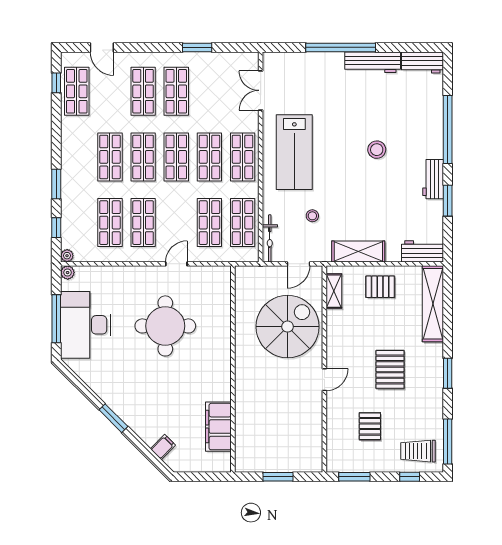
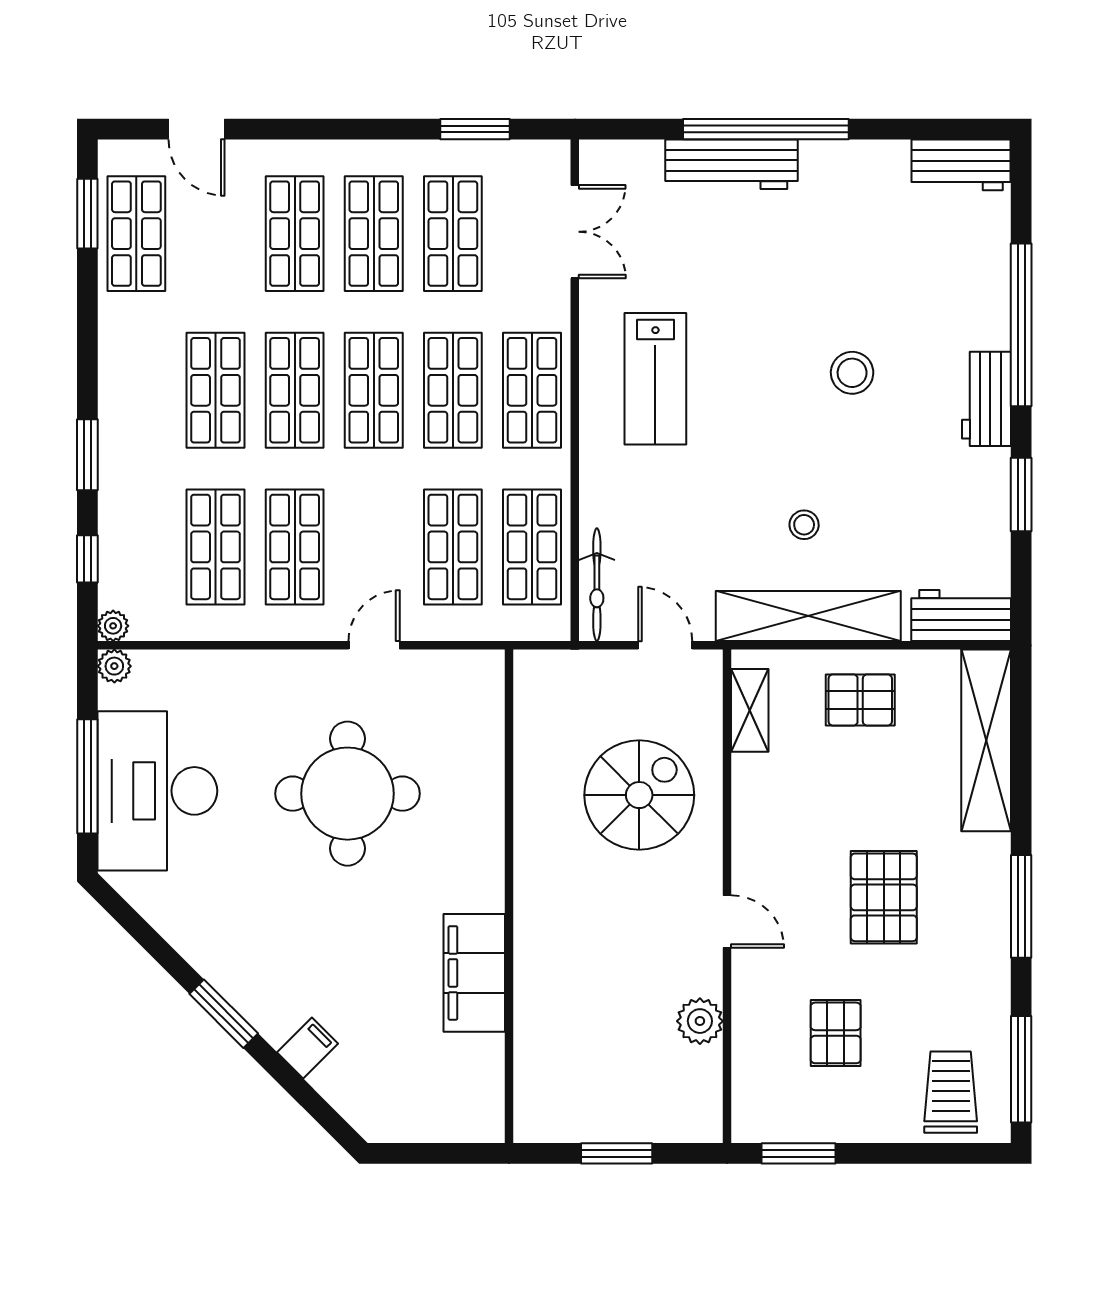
window: (197, 47) -> (475, 129), moved
workbench: (373, 62) -> (731, 164), moved
window: (56, 83) -> (87, 214), width x1.50
double door: (261, 90) -> (575, 232), swing flipped
shop shelf: (209, 91) -> (453, 234), added
lab bench: (294, 152) -> (655, 379), width x0.73, depth x0.72
workbench: (433, 179) -> (986, 399), moved
stool: (312, 216) -> (804, 525), moved
shelving: (358, 252) -> (808, 616), width x1.47
door: (298, 264) -> (665, 645), swing flipped
spiral stairs: (288, 327) -> (639, 795), width x0.73, depth x0.73
window: (448, 373) -> (1021, 906), width x1.44
door: (324, 380) -> (727, 922), hinge flipped
plant: (313, 421) -> (700, 1021), added
filing cabinet: (218, 427) -> (474, 973), moved
filing cabinet: (163, 447) -> (307, 1048), moved
trolley: (418, 451) -> (951, 1092), turned 90
window: (410, 477) -> (931, 1153), removed

